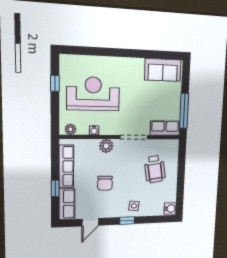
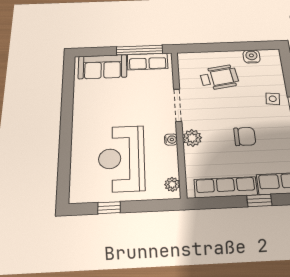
sofa: (163, 70) -> (103, 67), moved, turned 90
row of seats: (165, 128) -> (148, 62), moved, turned -90
water cooler: (94, 130) -> (171, 140), moved
water cooler: (170, 209) -> (252, 56), moved

